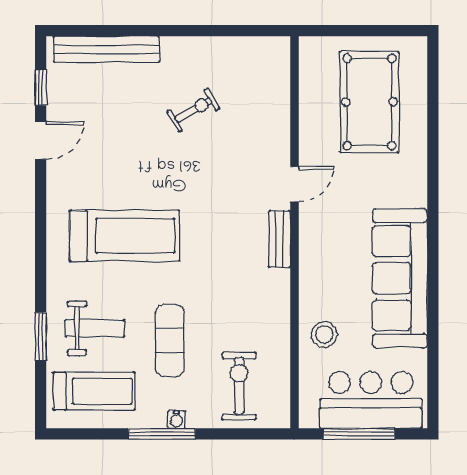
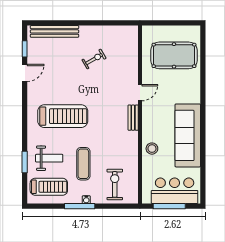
pool table: (369, 102) -> (174, 55), turned 90
stool: (324, 334) -> (152, 149), moved

